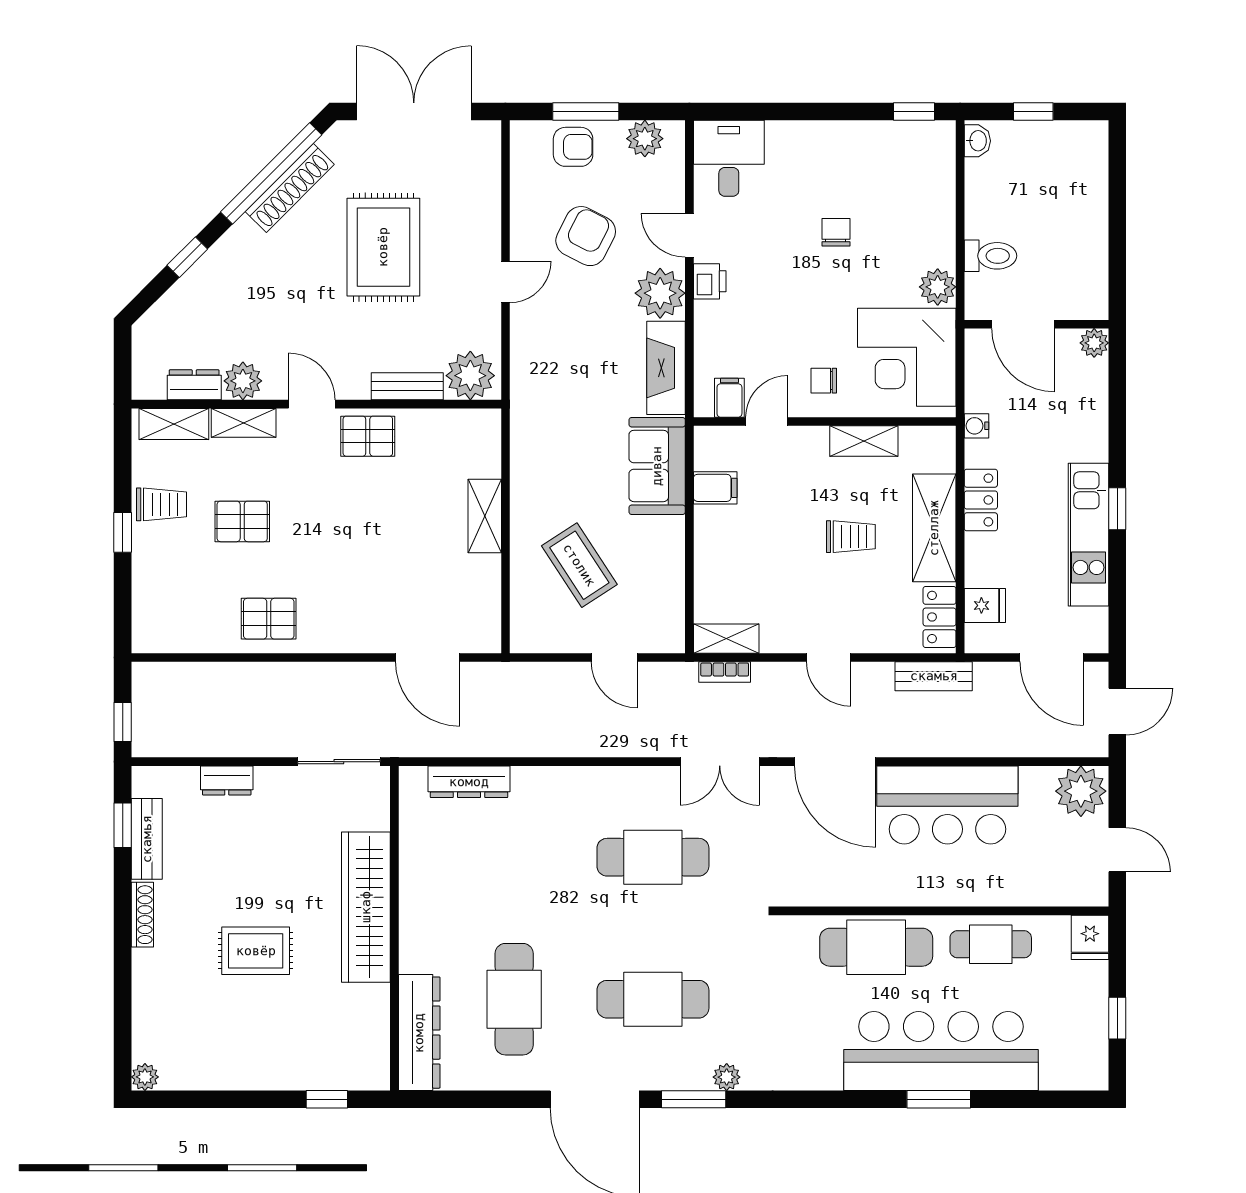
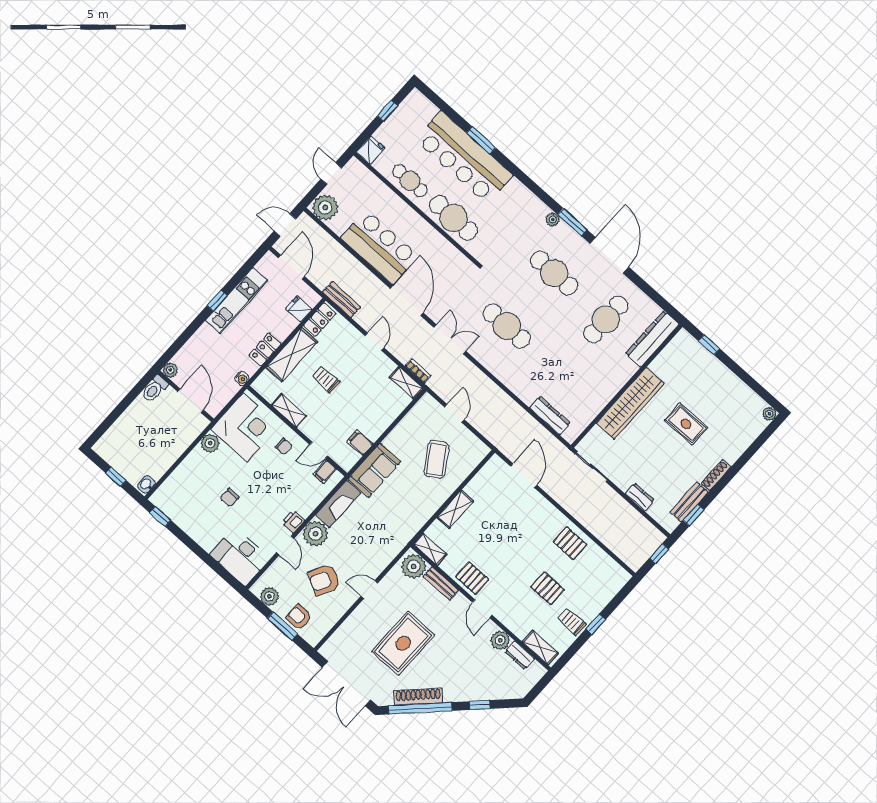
desk: (729, 158) -> (240, 557), width x1.37
toilet: (990, 256) -> (155, 389), moved, turned -90
shelving: (244, 423) -> (430, 549), moved

